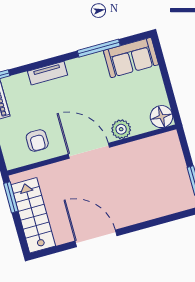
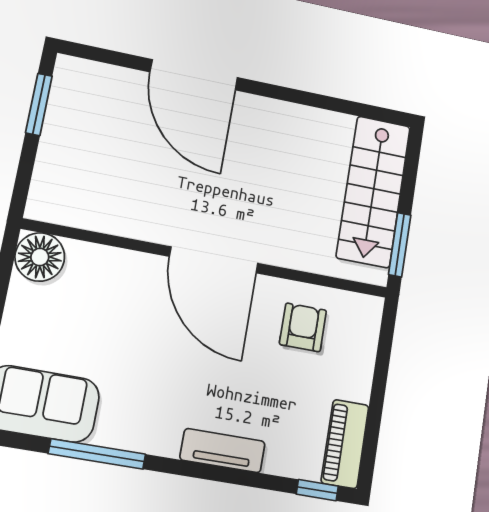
plant: (121, 129) -> (131, 271), removed
door: (96, 238) -> (194, 75), moved

